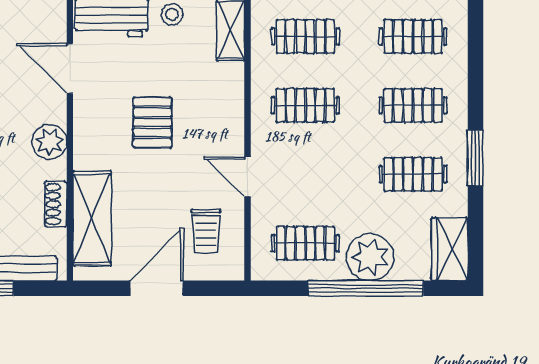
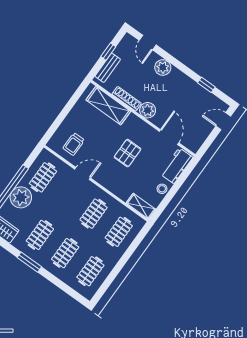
door: (70, 69) -> (169, 137), hinge flipped
pallet: (152, 122) -> (128, 153), turned 90
shoe rack: (56, 204) -> (127, 99), width x1.43
trolley: (206, 231) -> (74, 144), turned -90
door: (157, 288) -> (66, 111), removed

